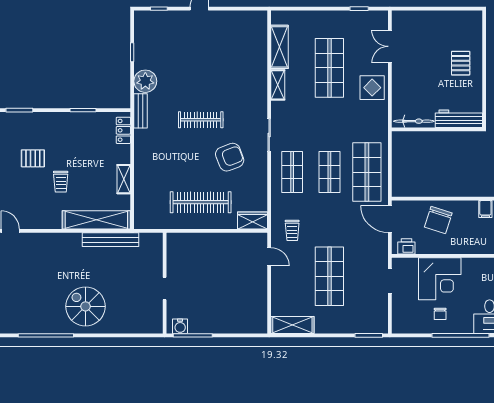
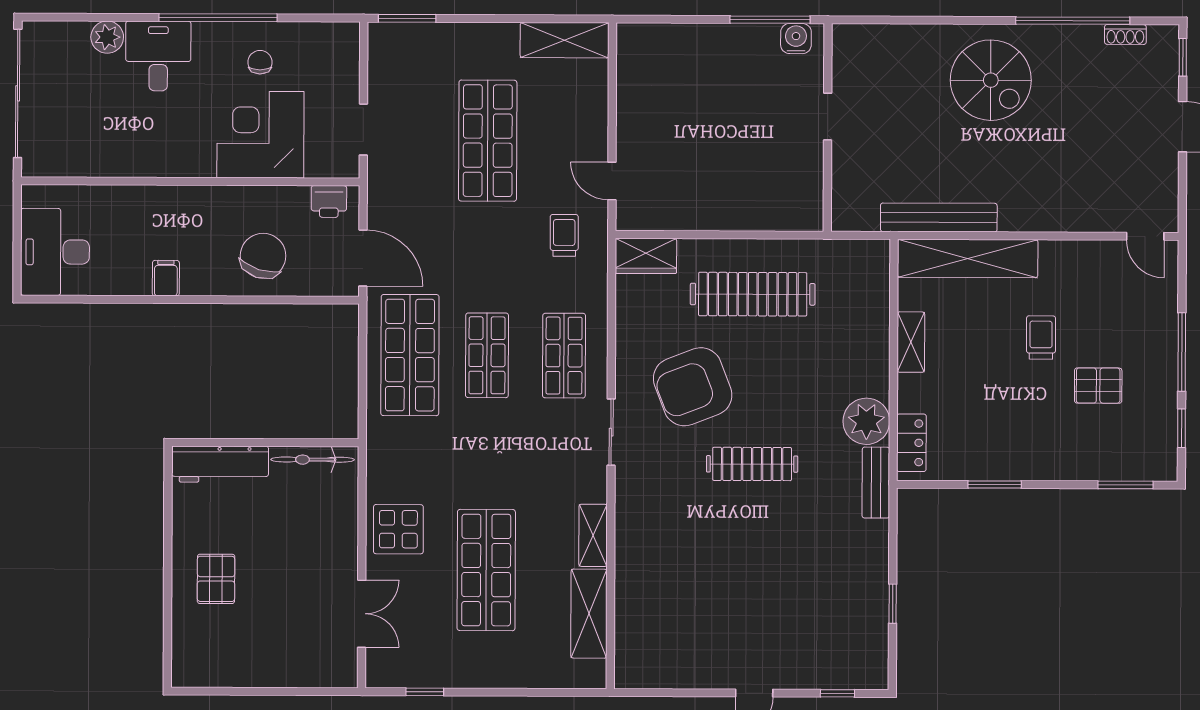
plant: (145, 81) -> (866, 421), moved
armchair: (230, 157) -> (693, 387), width x1.36, depth x1.36
shoe rack: (20, 329) -> (1125, 34), added

